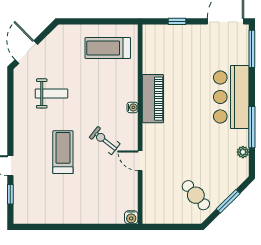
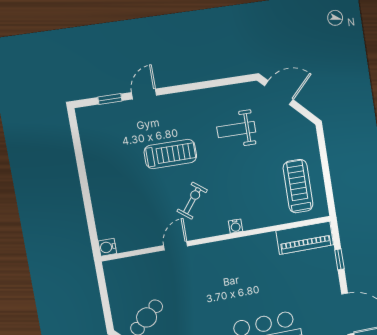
weight bench: (51, 93) -> (236, 129), turned 90
piano: (153, 99) -> (305, 238), moved

